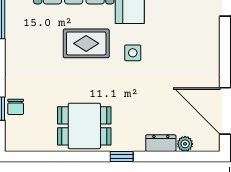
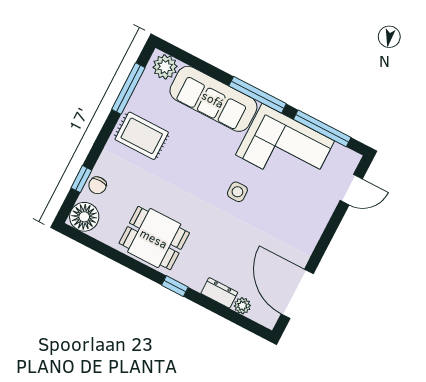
rug: (86, 43) -> (142, 136), moved
floor lamp: (18, 138) -> (84, 217), added

